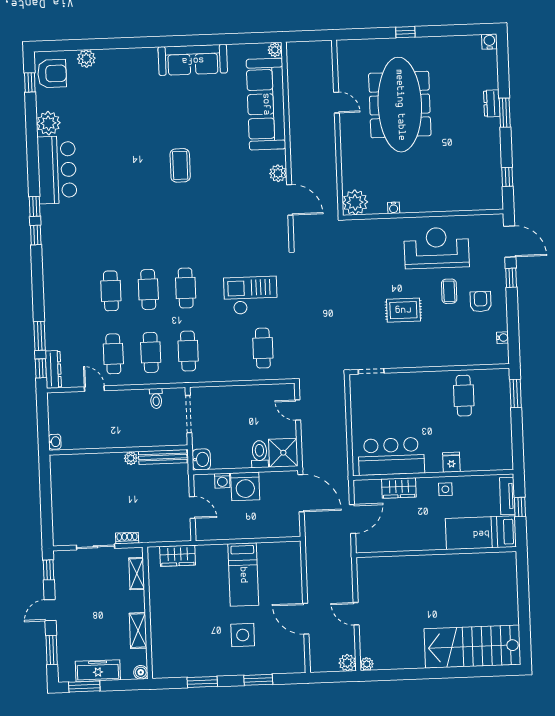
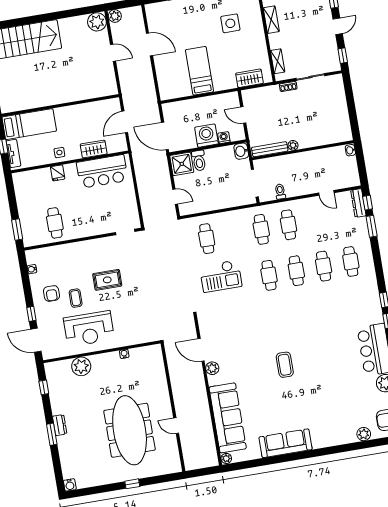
dresser: (492, 103) -> (60, 425), moved
plant: (355, 202) -> (81, 366), moved
cafe table: (113, 354) -> (351, 261), moved
side table: (243, 635) -> (230, 23), moved
plant: (367, 664) -> (97, 22), width x1.88, depth x1.88

